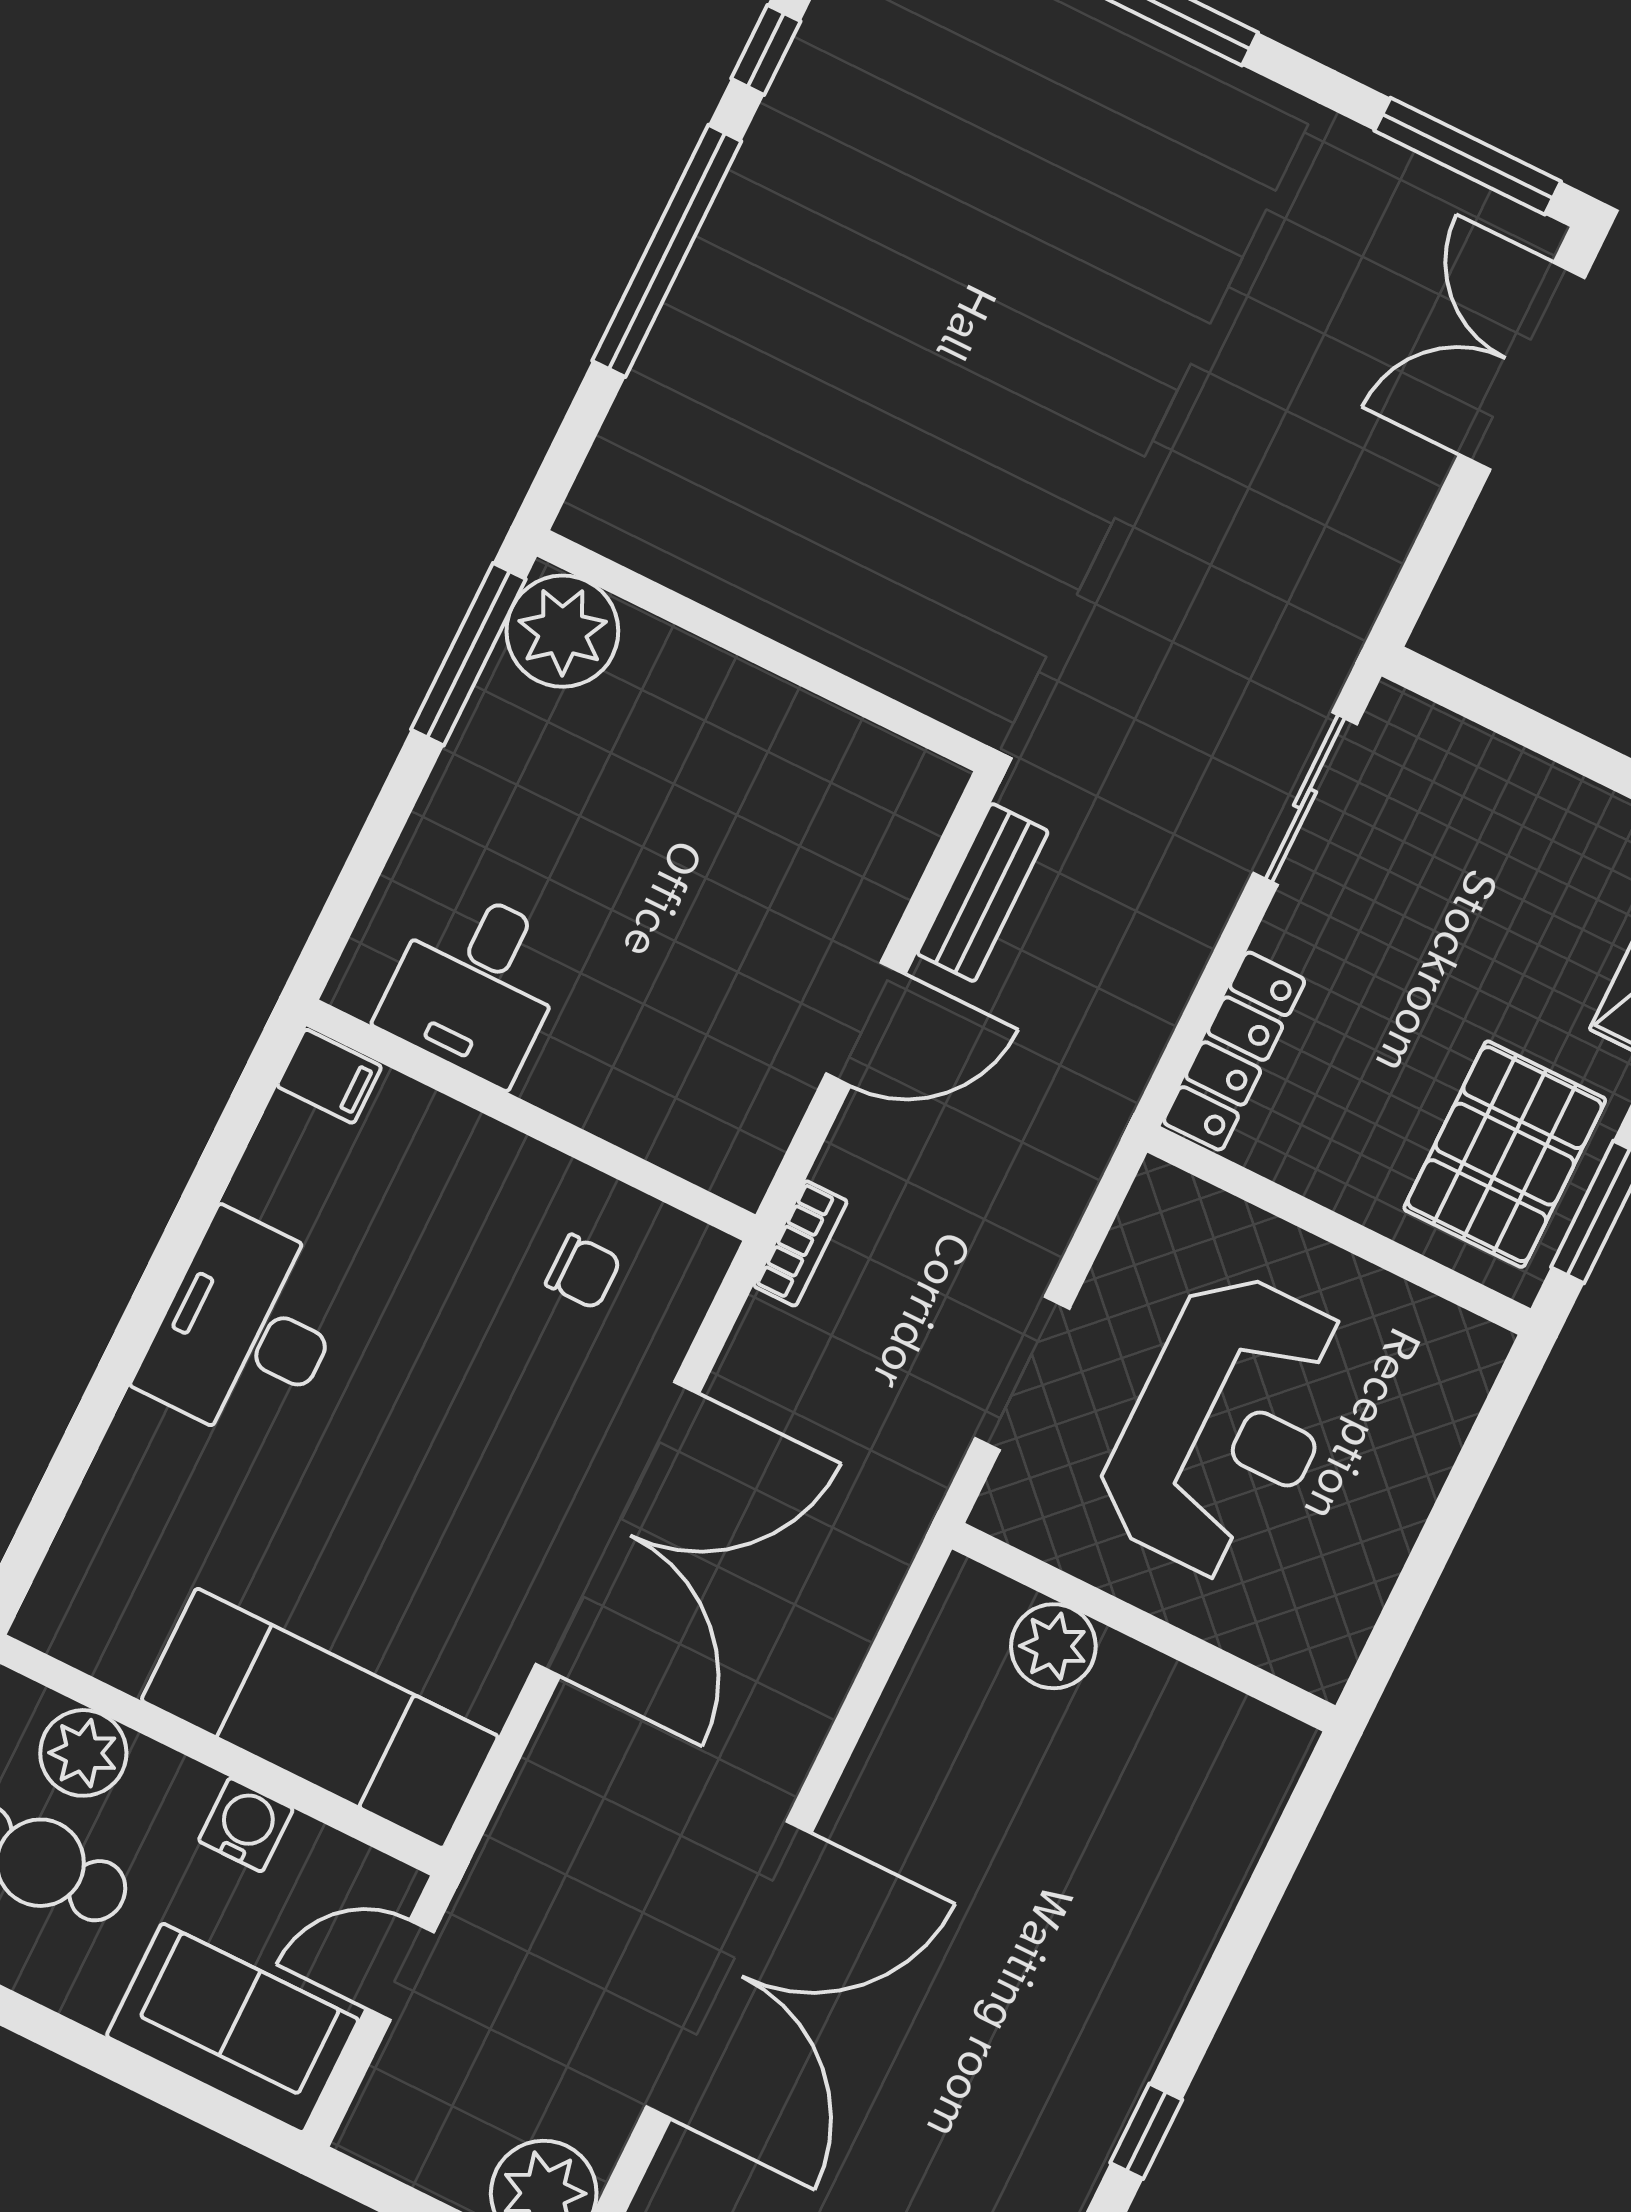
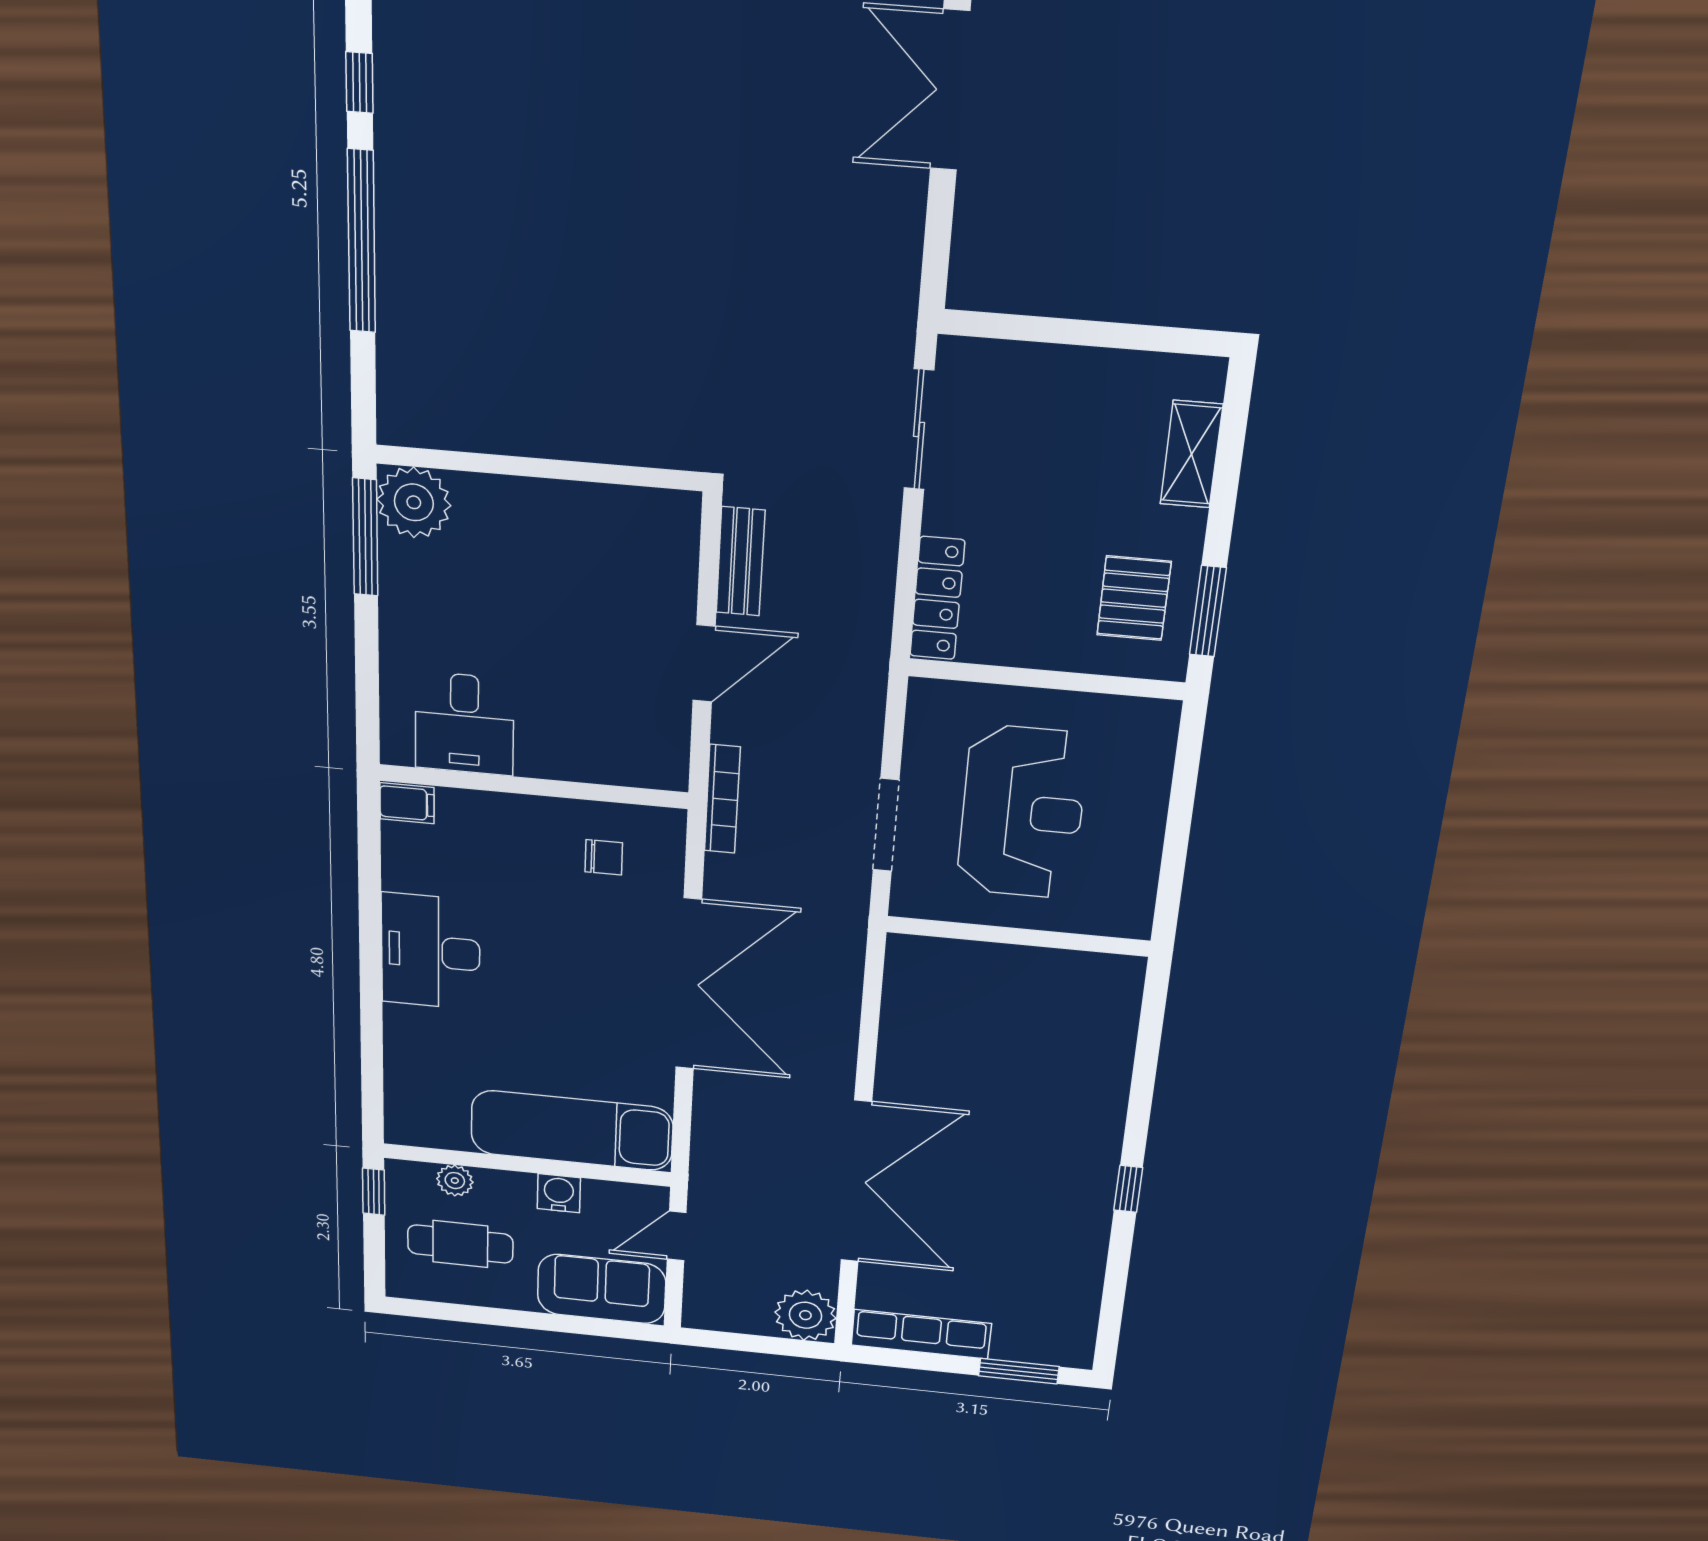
pallet: (1505, 1154) -> (1134, 598), width x0.67, depth x0.71
bookcase: (800, 1243) -> (722, 799), width x1.56
plant: (1053, 1646) -> (969, 963), removed
plant: (83, 1753) -> (455, 1181), width x0.73, depth x0.73

